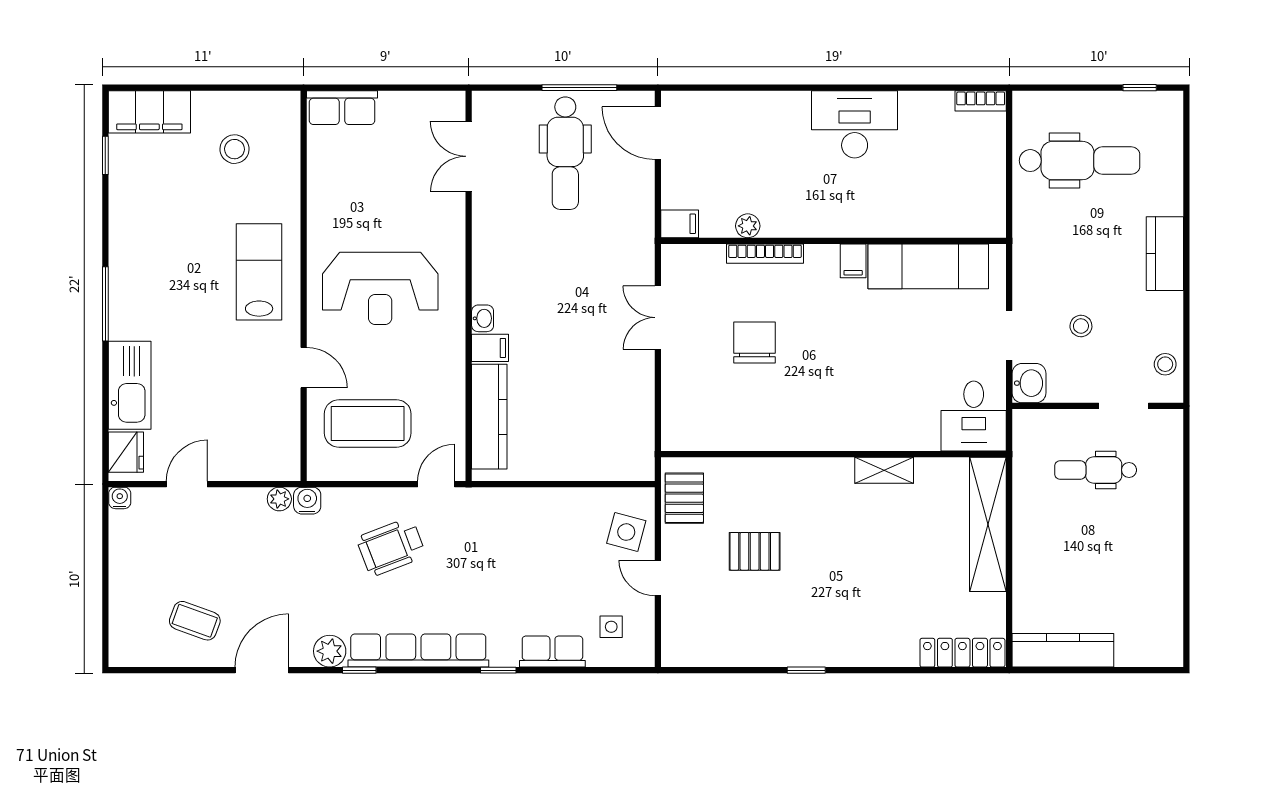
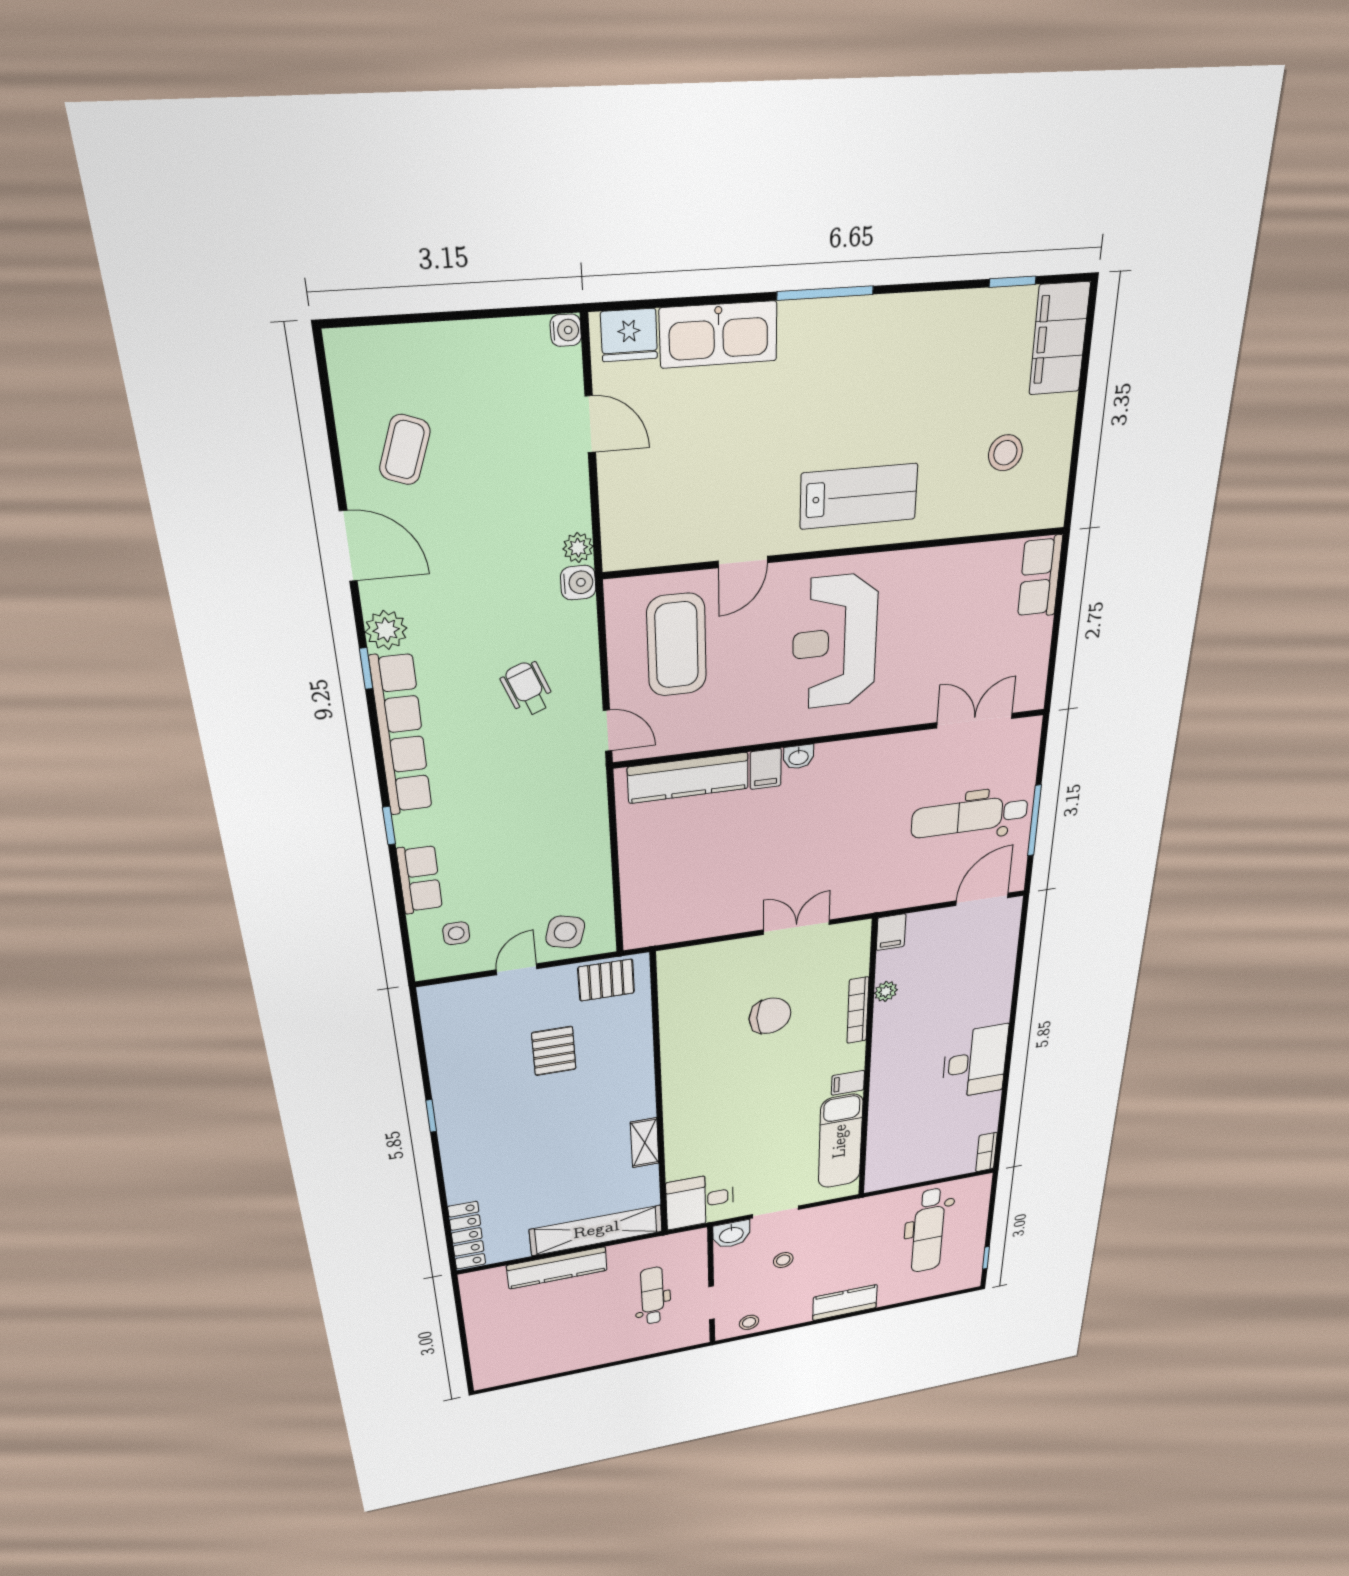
wheelchair: (391, 547) -> (527, 689), width x0.73, depth x0.73
kitchen counter: (1063, 650) -> (557, 1268), moved, turned 90

